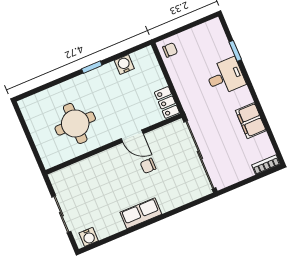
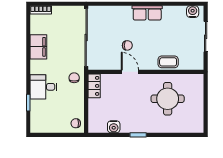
chair: (194, 102) -> (74, 78), added
coffee table: (93, 167) -> (168, 62), added

